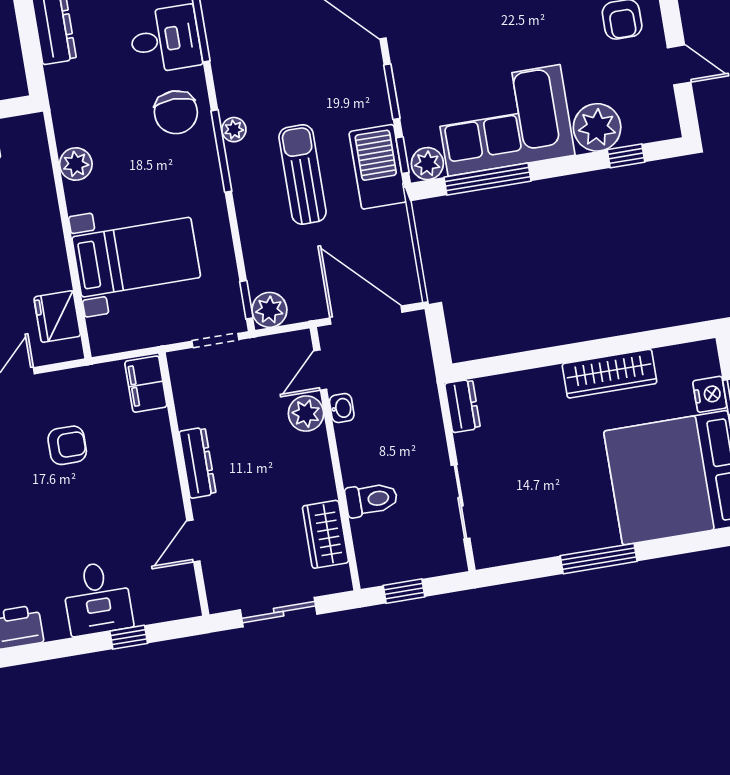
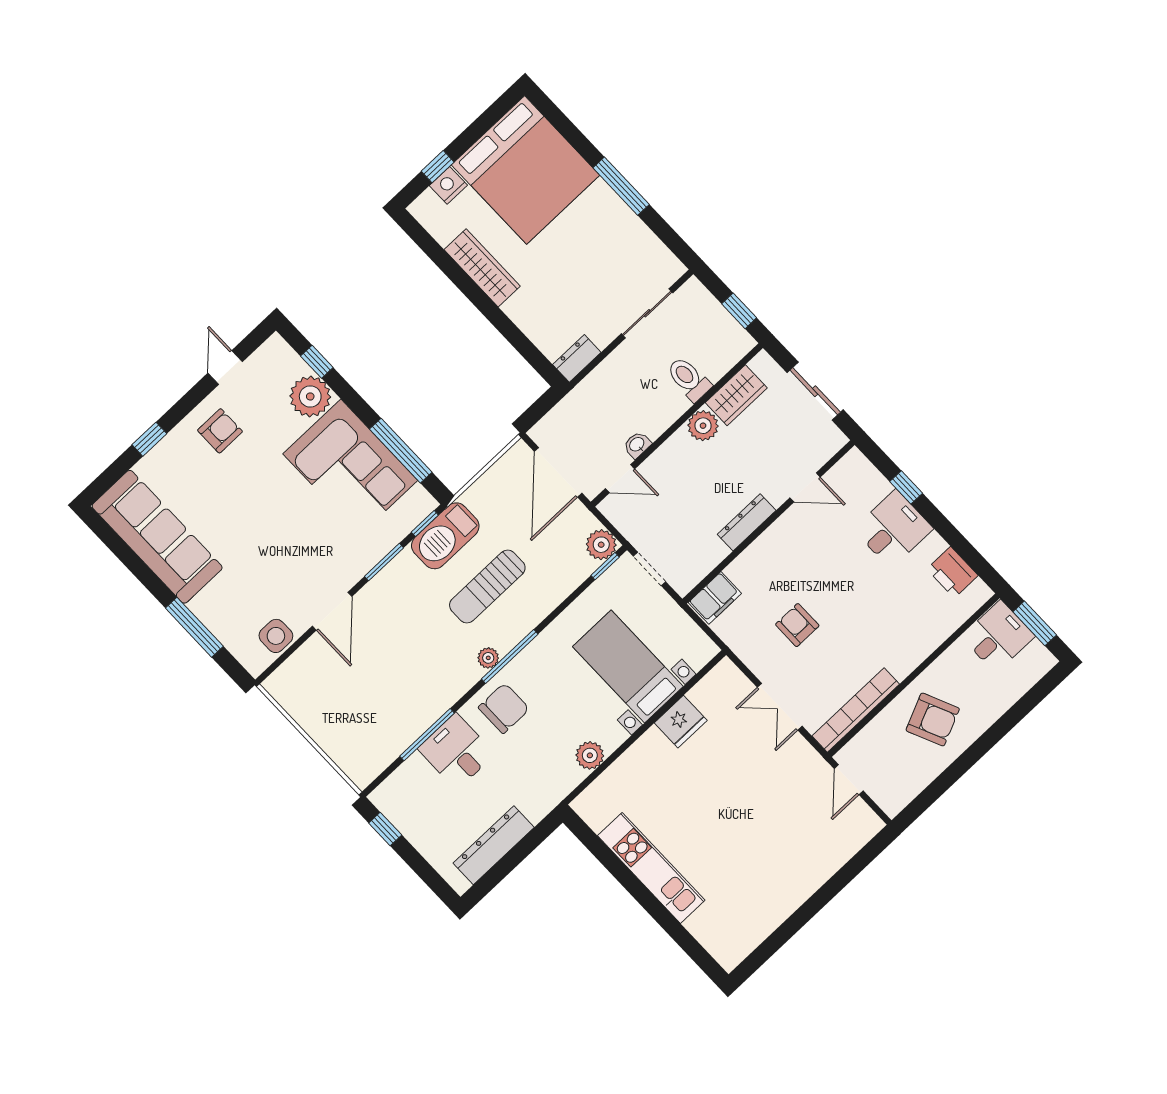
plant: (427, 164) -> (419, 502), removed
fridge: (57, 317) -> (681, 722), moved
plant: (306, 414) -> (703, 426), moved

